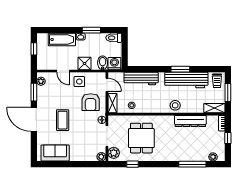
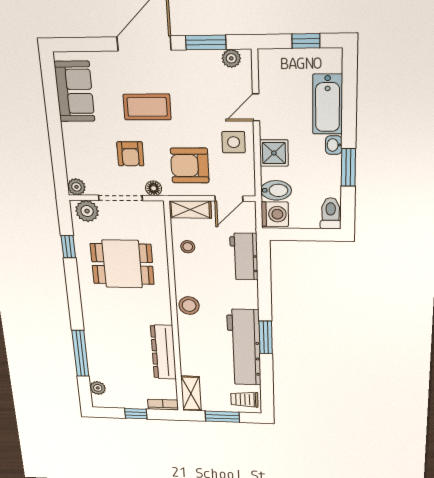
workbench: (141, 79) -> (244, 257), width x0.73
stool: (175, 105) -> (189, 306), moved
armchair: (85, 130) -> (130, 154), added

